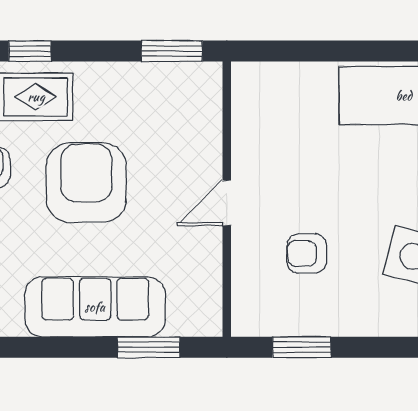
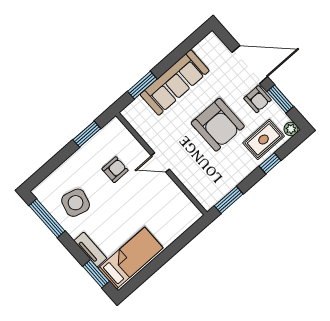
window: (30, 51) -> (270, 163), moved
door: (227, 203) -> (160, 162), swing flipped

